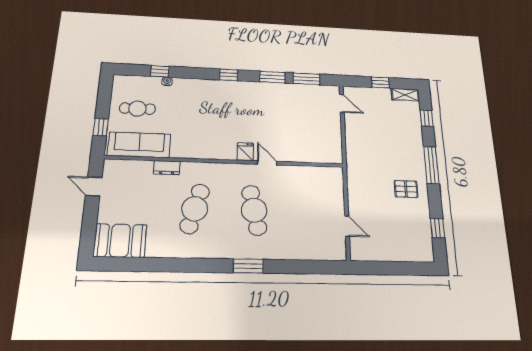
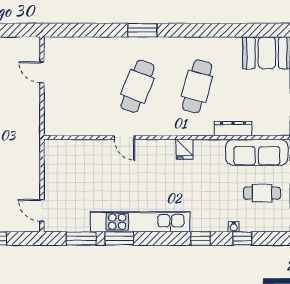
window: (229, 75) -> (200, 238), moved
kitchen unit: (254, 90) -> (140, 222), added
fridge: (245, 152) -> (185, 149), moved
dresser: (167, 168) -> (233, 129), width x1.44
cafe table: (254, 210) -> (137, 86), turned 33

